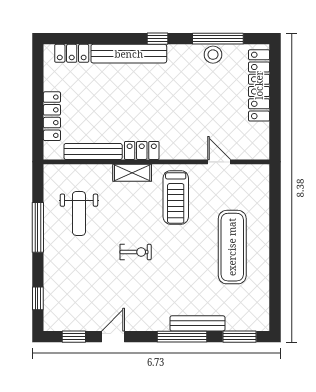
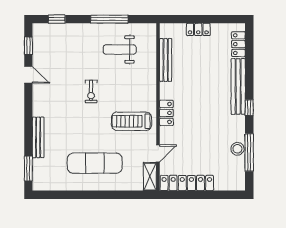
locker: (259, 85) -> (187, 183), moved
locker: (52, 116) -> (198, 29), width x0.66
locker: (142, 150) -> (166, 113), moved
shelving: (132, 173) -> (150, 177), moved
window: (182, 337) -> (28, 126), removed

